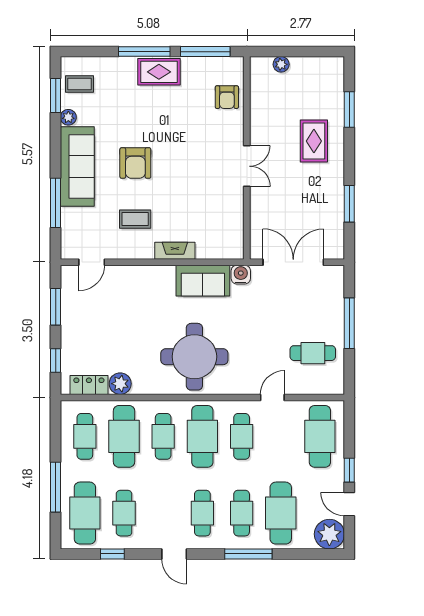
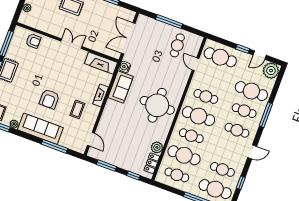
armchair: (135, 163) -> (49, 99), turned 90
fireplace: (232, 230) -> (101, 63), added
door: (272, 397) -> (196, 64), moved

